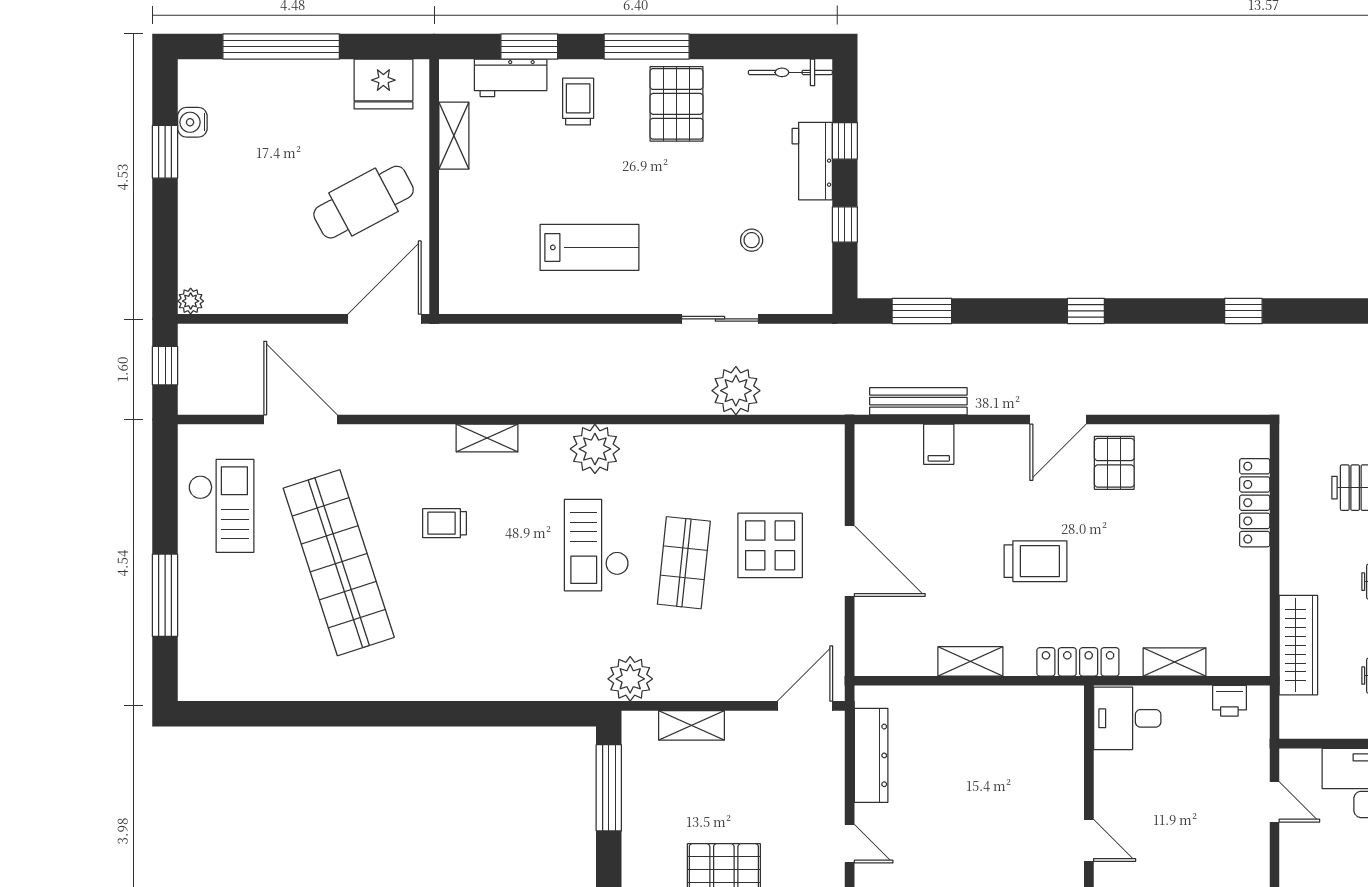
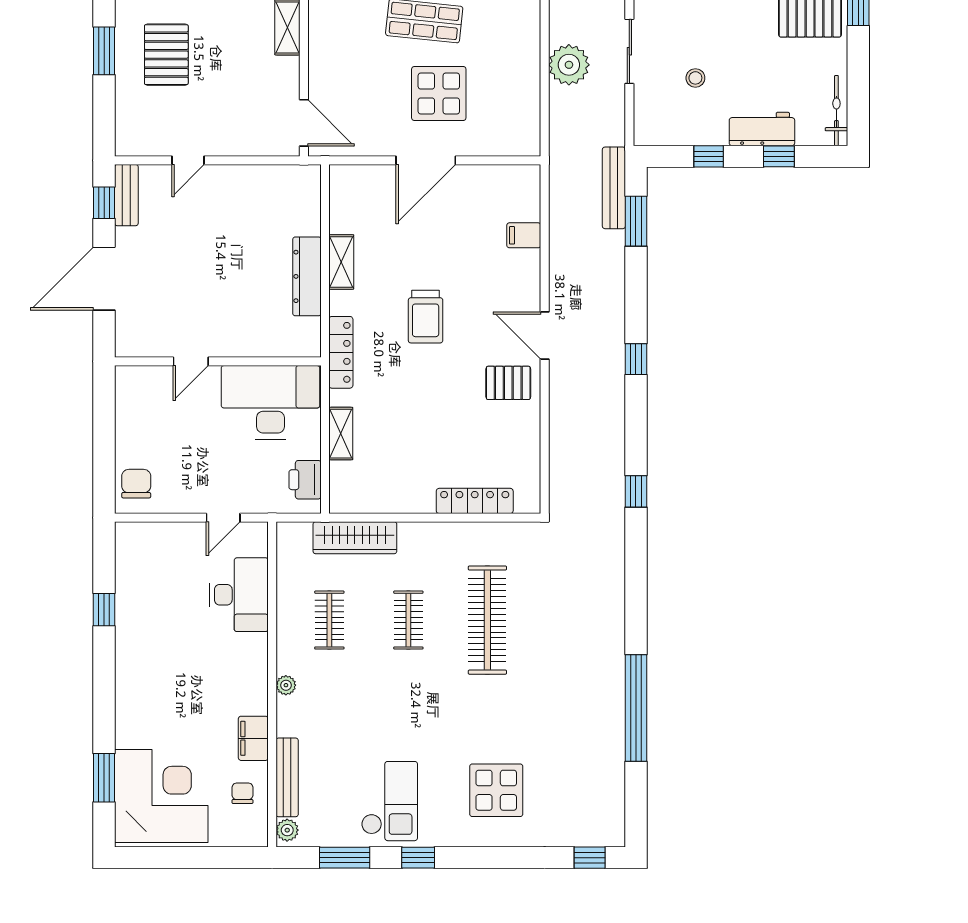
bench: (918, 401) -> (614, 188), moved
printer: (1229, 701) -> (305, 480), width x1.36, depth x1.24
desk: (1127, 718) -> (270, 402), width x1.87, depth x1.30
dresser: (871, 755) -> (307, 276), moved, turned 90

